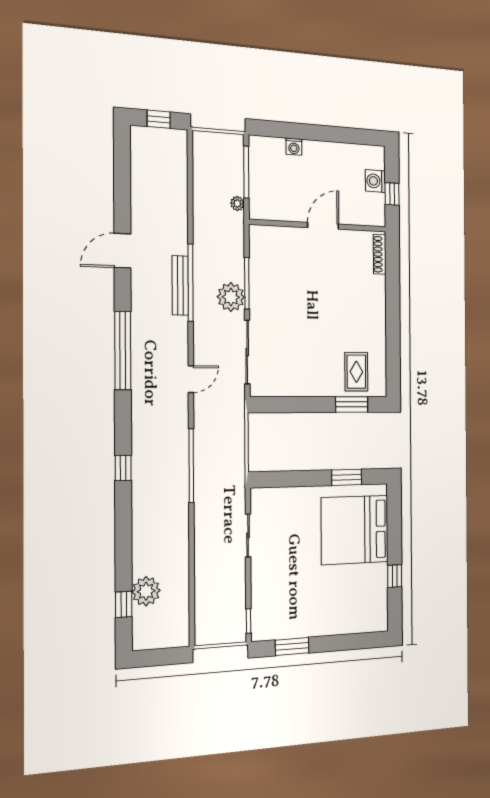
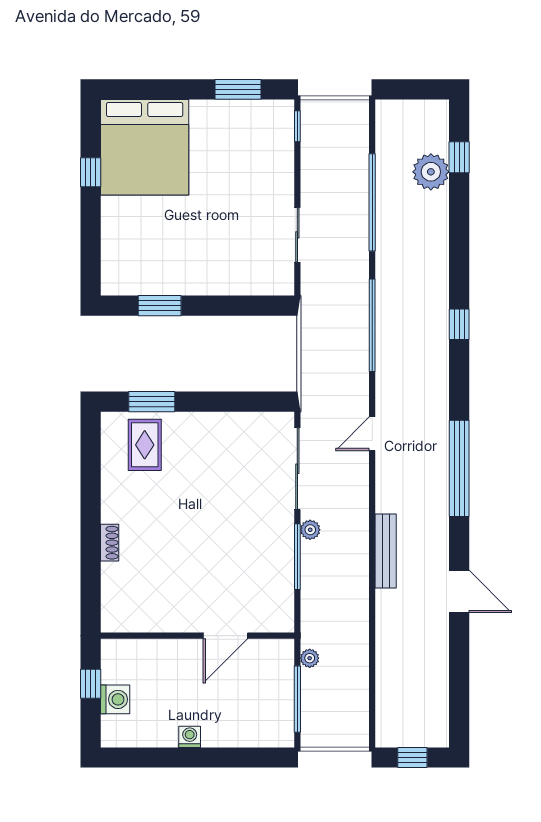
washing machine: (294, 147) -> (190, 737), moved
door: (323, 226) -> (225, 636), moved
door: (122, 251) -> (459, 591), hinge flipped
shoe rack: (380, 254) -> (110, 543), moved, width x0.70
window: (190, 283) -> (372, 202), moved
plant: (231, 297) -> (310, 530), width x0.53, depth x0.53
bed: (355, 530) -> (145, 147), moved, turned 90

